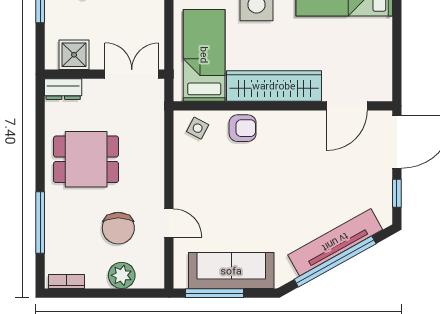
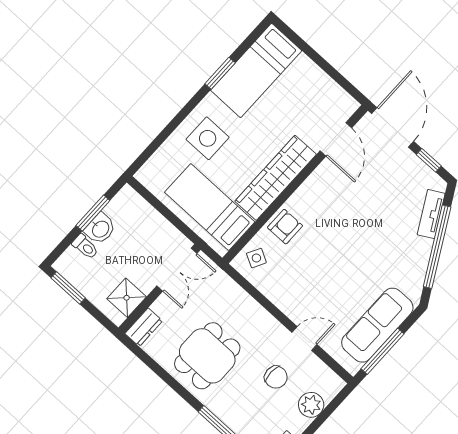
double door: (132, 74) -> (177, 270), swing flipped
chair: (118, 228) -> (276, 377), width x0.73, depth x0.73
tv unit: (335, 242) -> (431, 214), width x0.52, depth x0.78

